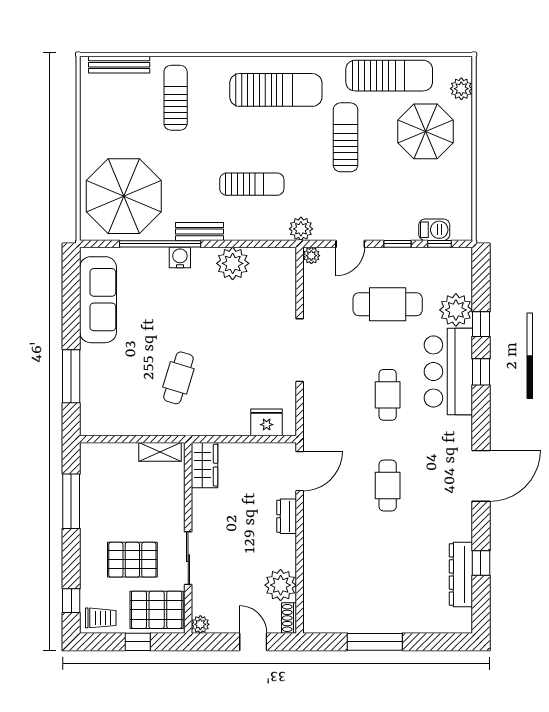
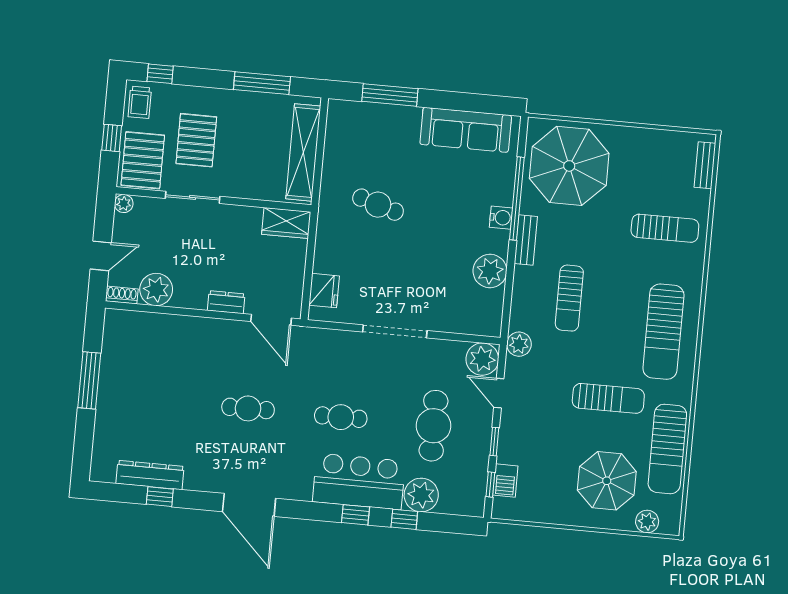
bench: (119, 65) -> (705, 165), width x0.73
plant: (311, 256) -> (482, 359), width x1.88, depth x1.88
shelving: (160, 452) -> (303, 152), width x2.20, depth x1.33

